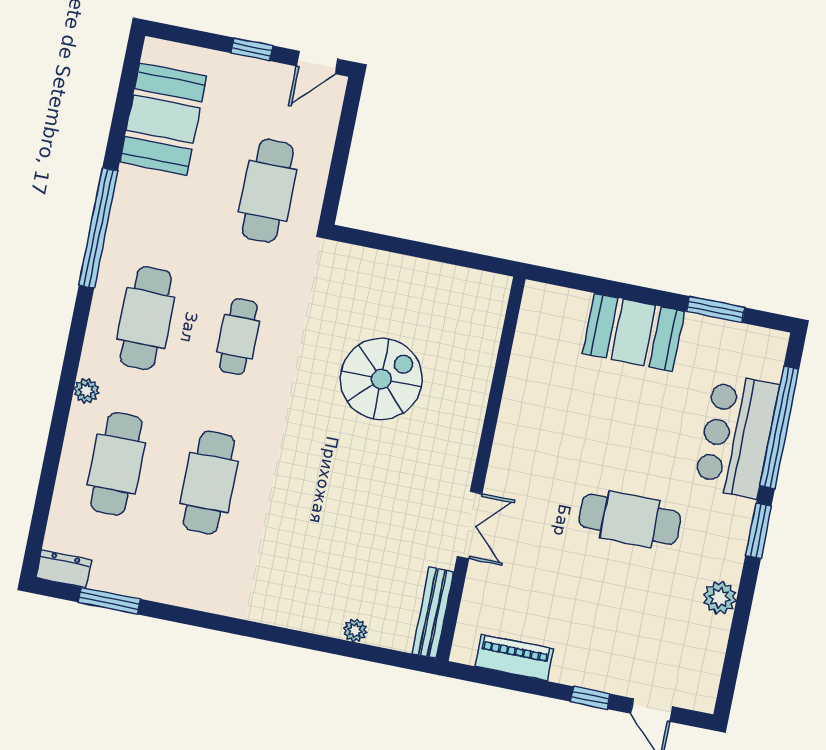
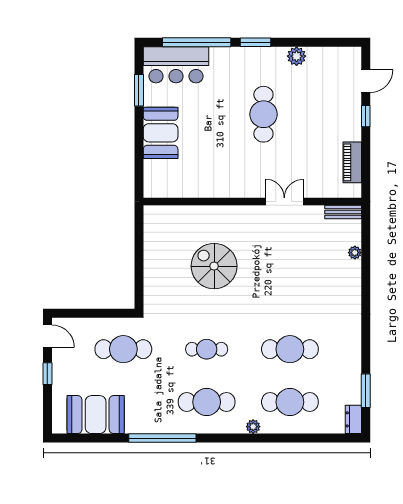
bar counter: (736, 436) -> (176, 65), moved
bench: (433, 613) -> (343, 212), width x0.73

